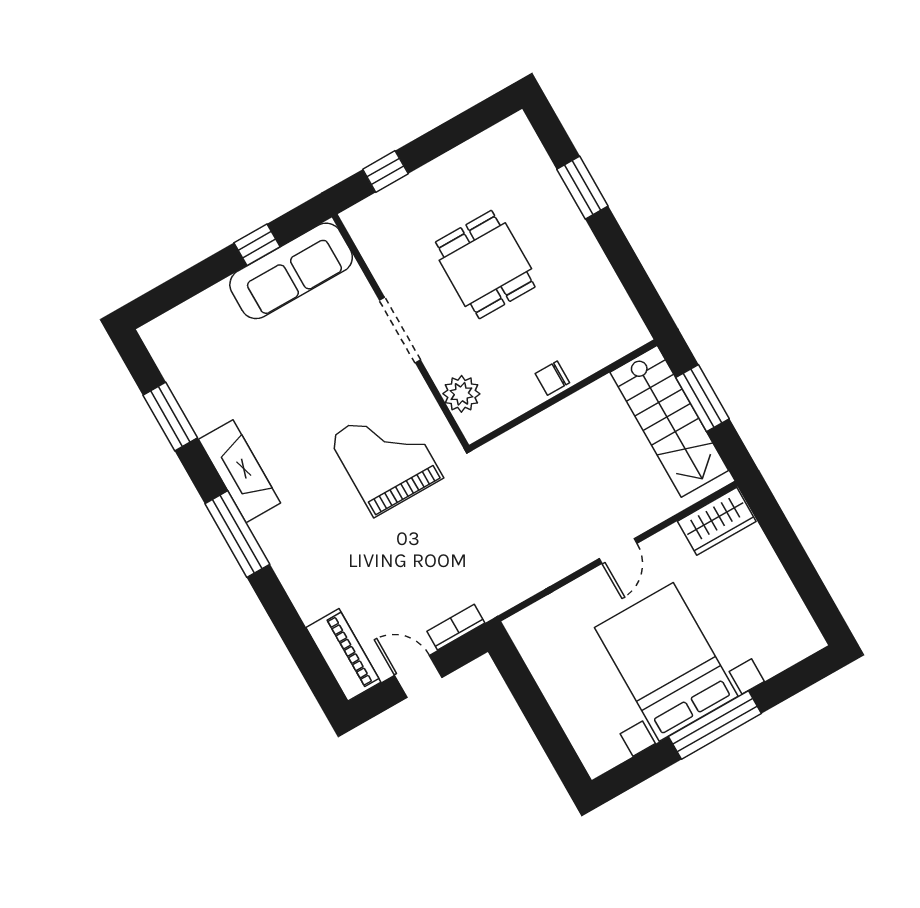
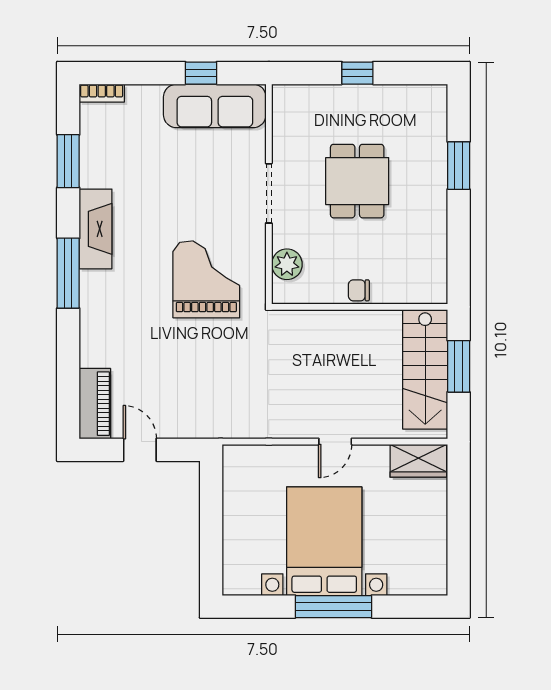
window: (385, 171) -> (357, 73), moved
bookcase: (456, 627) -> (102, 93), moved, turned 180

